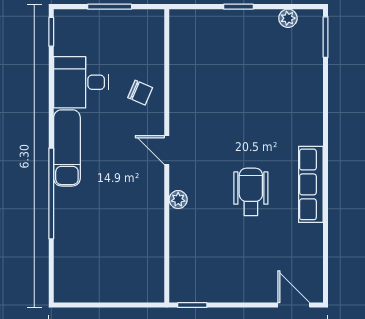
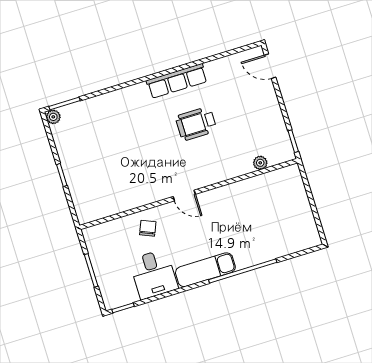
plant: (288, 18) -> (53, 117), moved
door: (167, 150) -> (184, 195), hinge flipped
plant: (178, 200) -> (260, 163), moved
door: (294, 305) -> (270, 66), hinge flipped

